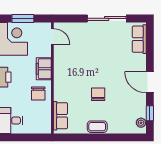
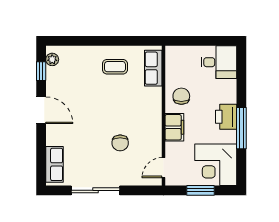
door: (52, 37) -> (164, 168), hinge flipped
chair: (98, 94) -> (120, 143), moved
coffee table: (97, 127) -> (115, 67), moved

